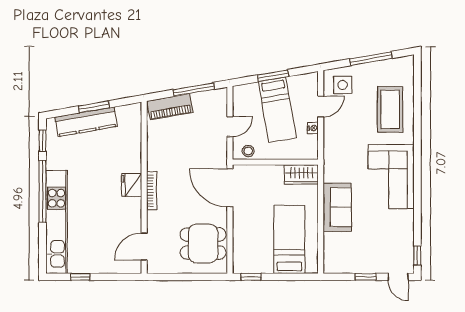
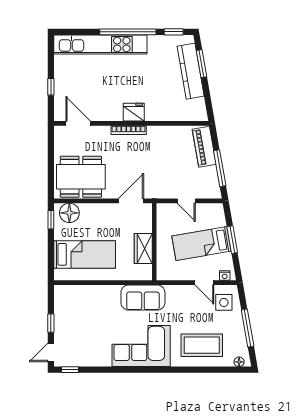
floor lamp: (409, 68) -> (239, 362), added
window: (94, 107) -> (202, 64), moved
nightstand: (313, 128) -> (225, 276), moved
stool: (248, 151) -> (164, 217), removed
wardrobe: (301, 174) -> (143, 249), moved
door: (230, 188) -> (131, 201), width x0.73
sofa: (337, 207) -> (143, 298), moved
dining table: (203, 244) -> (81, 177), width x1.38
floor lamp: (243, 256) -> (69, 213), added
window: (80, 277) -> (51, 87), moved

